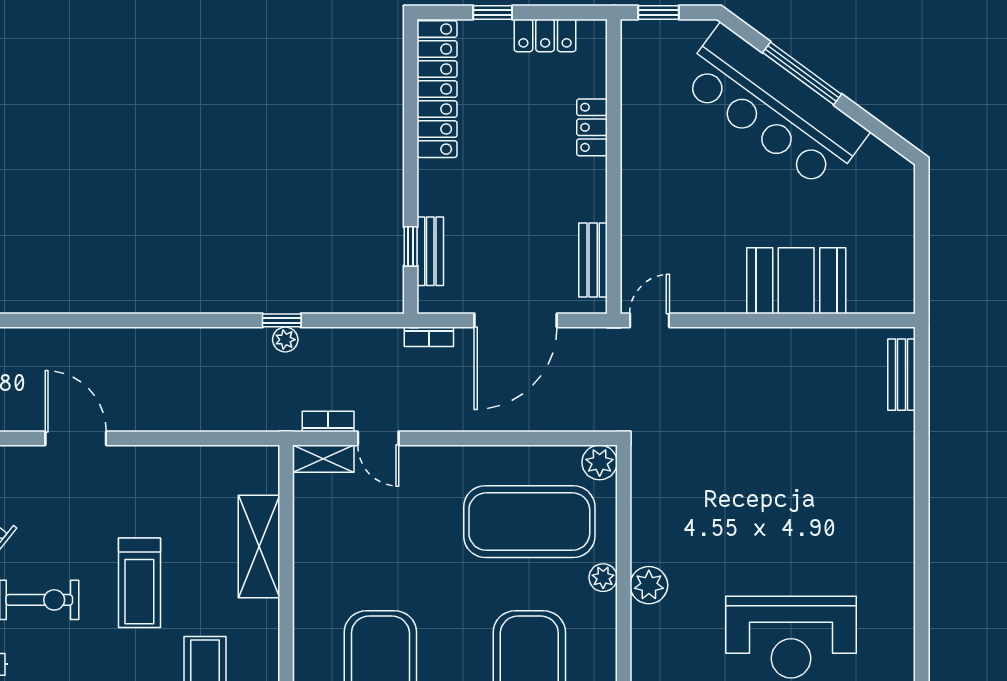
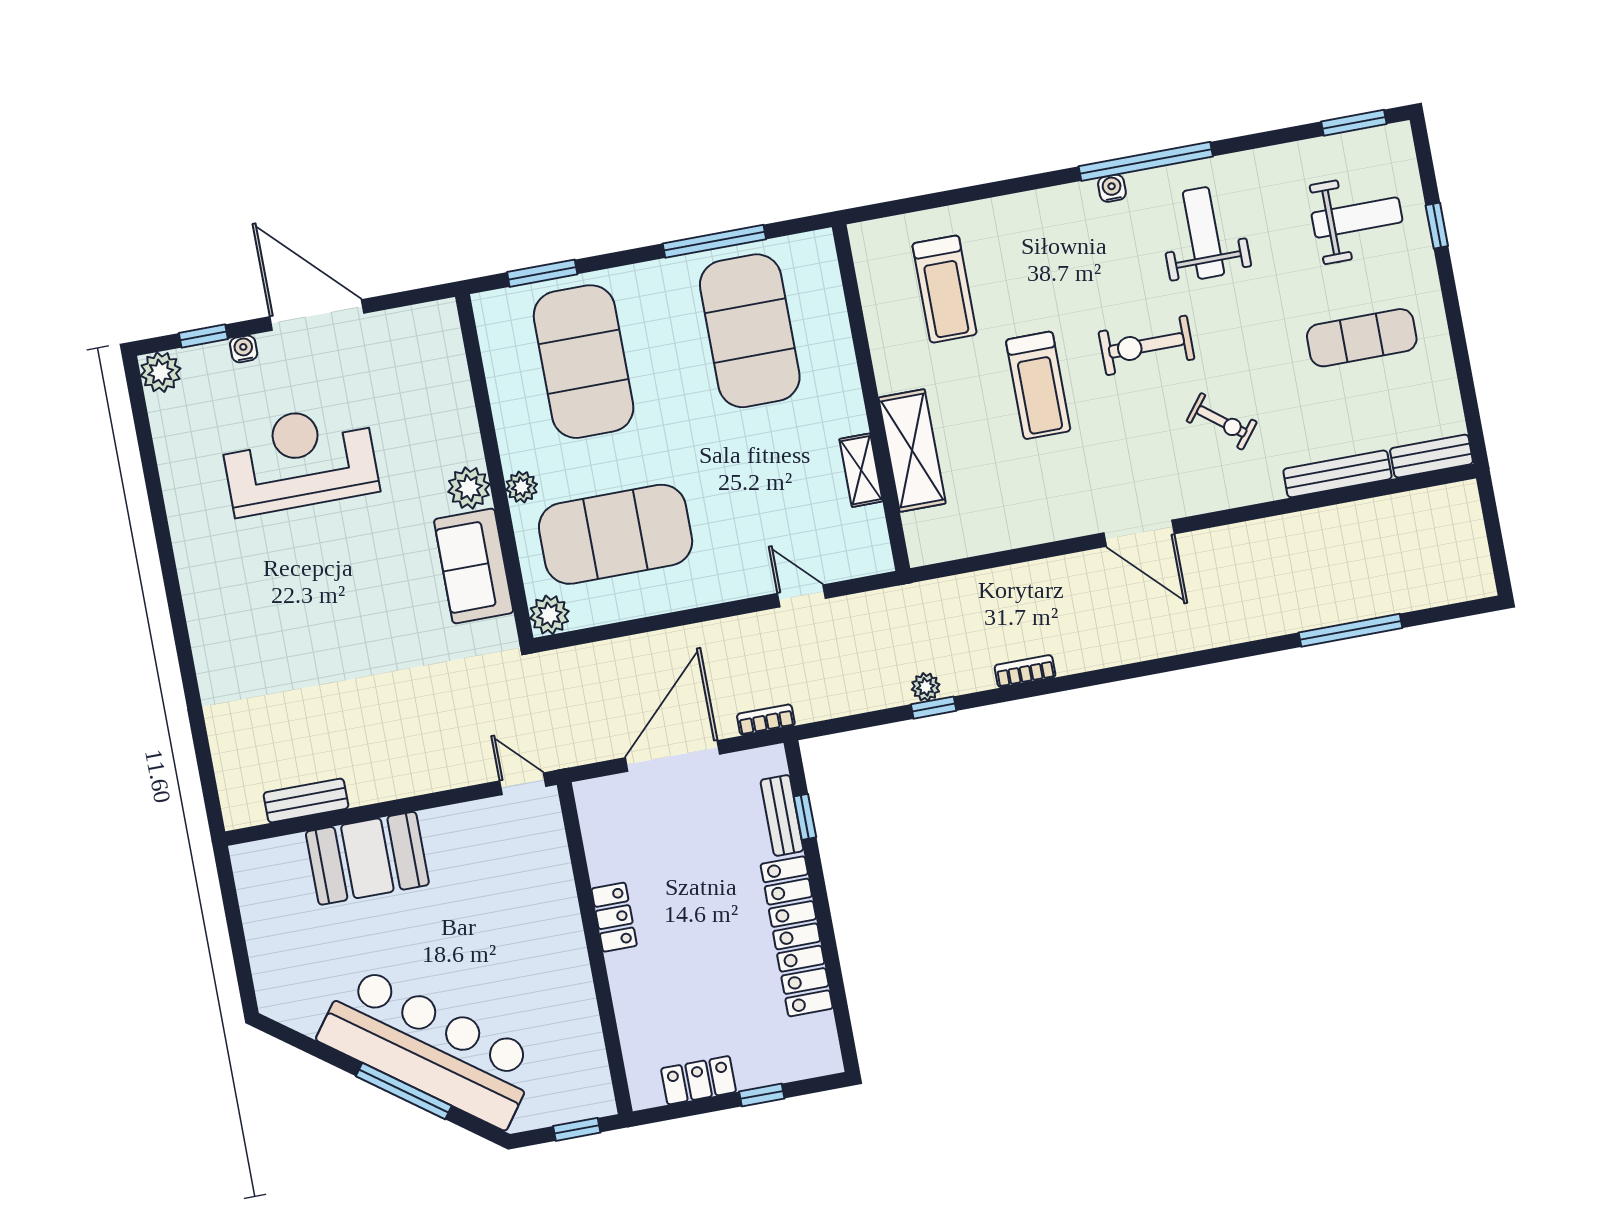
locker: (437, 89) -> (797, 936), moved
locker: (592, 127) -> (614, 917), moved
bench: (593, 260) -> (598, 839), removed
door: (650, 320) -> (523, 784), swing flipped
bench: (902, 375) -> (306, 801), moved, turned 90
bookcase: (328, 422) -> (1025, 671), moved, turned 180
shelving: (323, 459) -> (861, 470), moved, turned 90
sofa: (657, 517) -> (474, 566), added
treadmill: (139, 583) -> (1038, 385), turned 180

